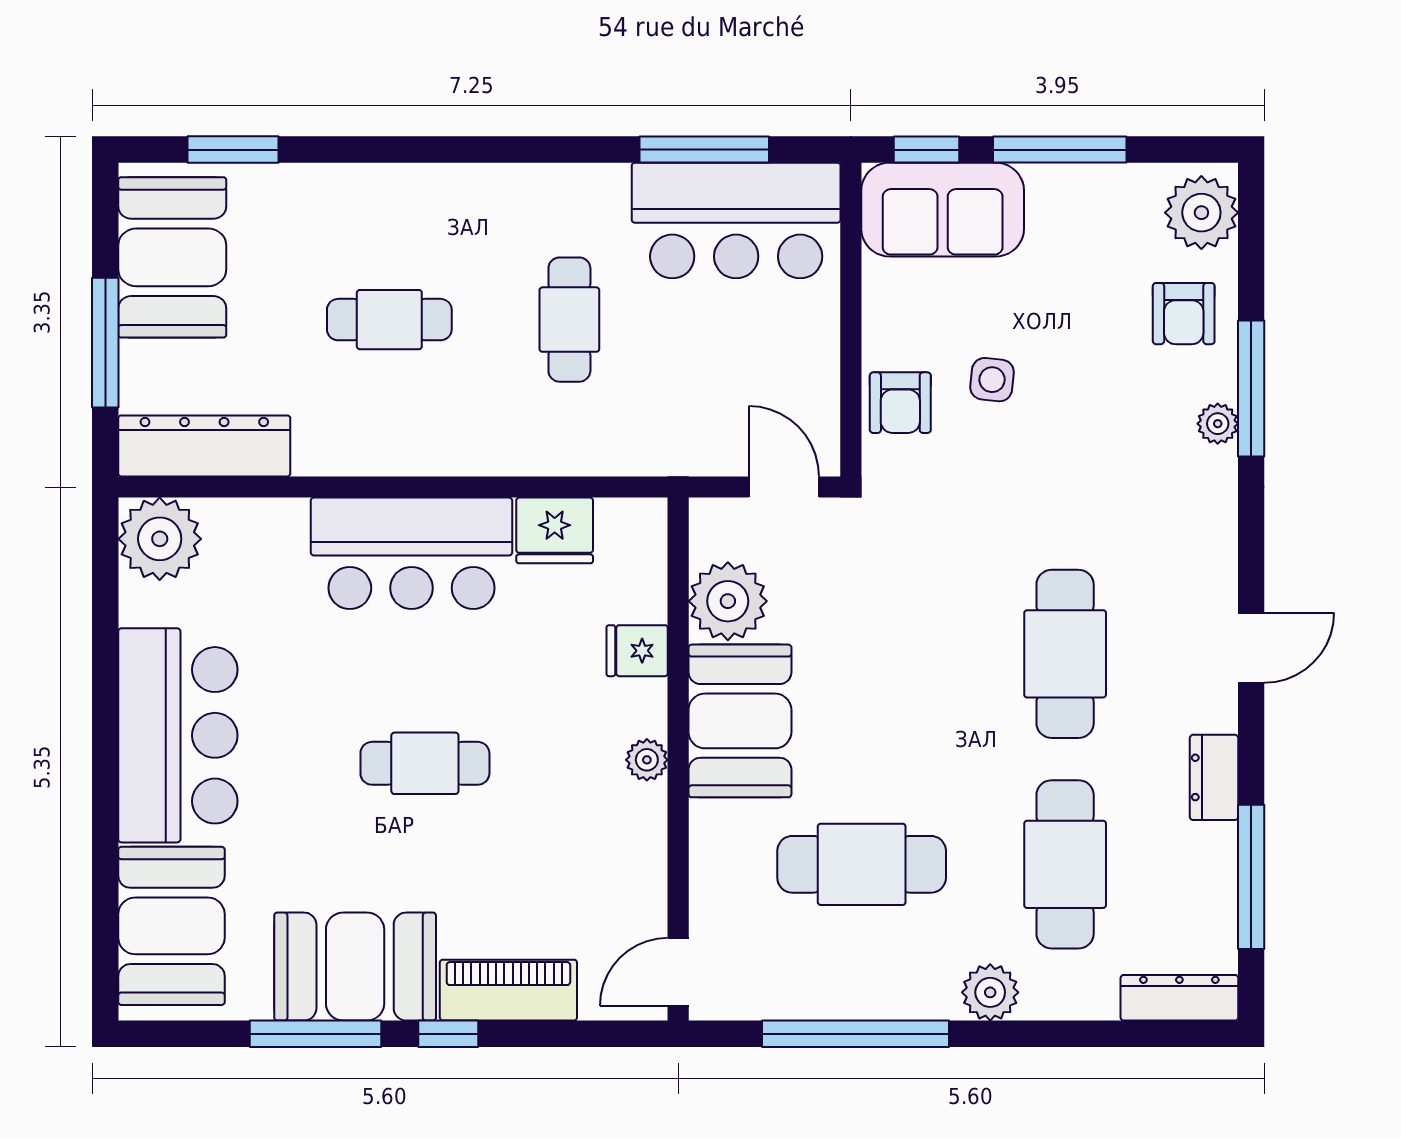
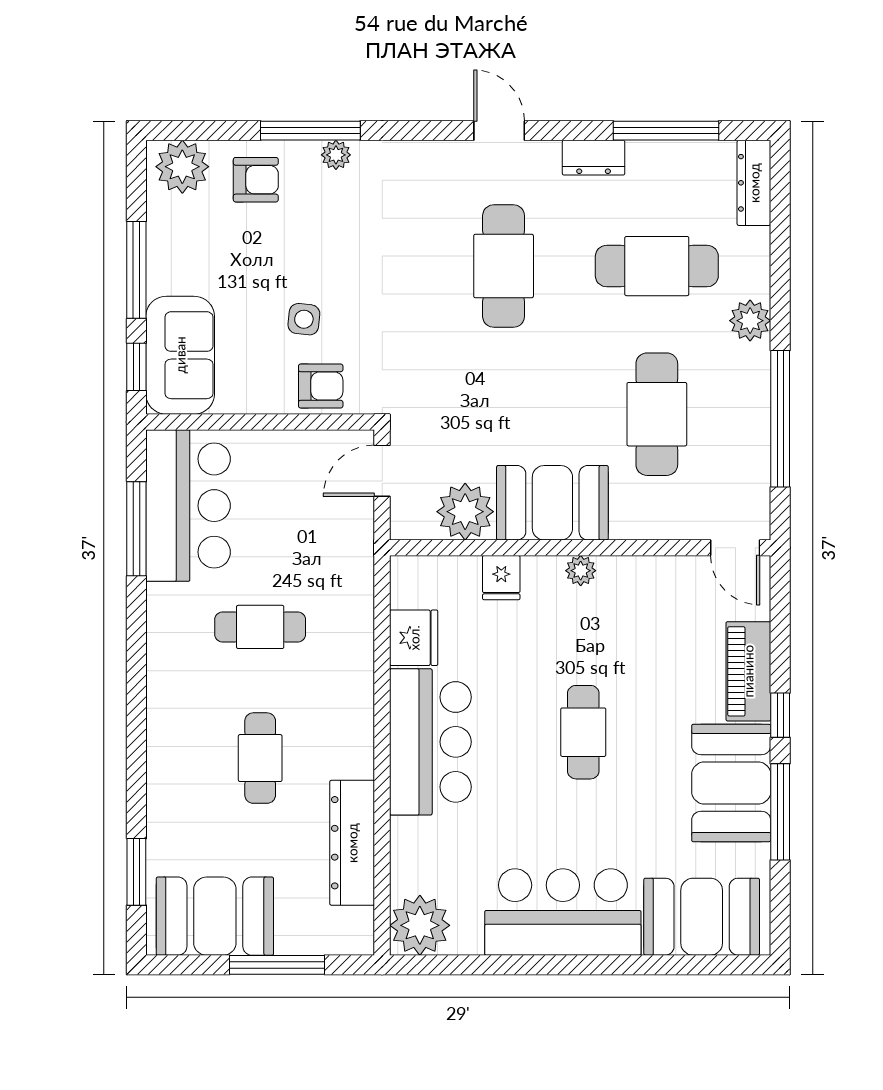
dresser: (204, 446) -> (352, 843), moved
cafe table: (1065, 654) -> (504, 266), turned 90

